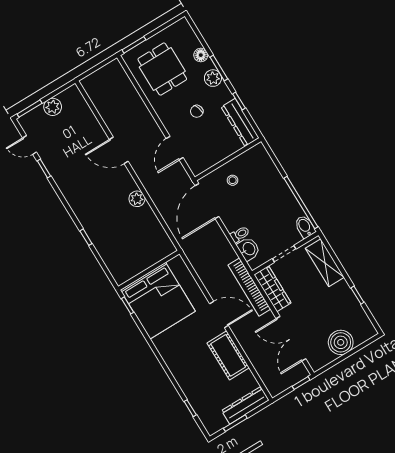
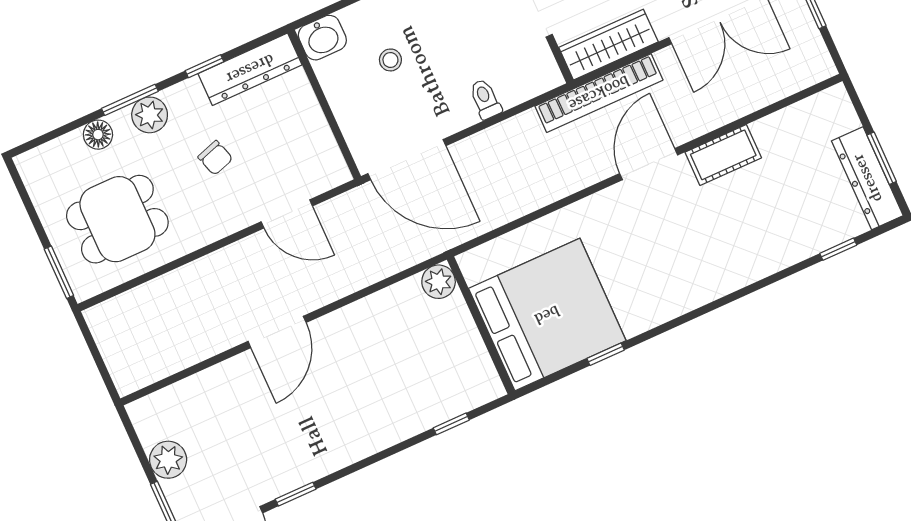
stool: (233, 180) -> (390, 60), moved
plant: (137, 199) -> (439, 282), moved
washbasin: (249, 249) -> (322, 38), moved, turned 180
wall: (149, 270) -> (481, 325), moved
bed: (158, 301) -> (547, 315), moved
cot: (228, 355) -> (723, 155), width x0.73, depth x0.75
dresser: (245, 405) -> (867, 178), moved

